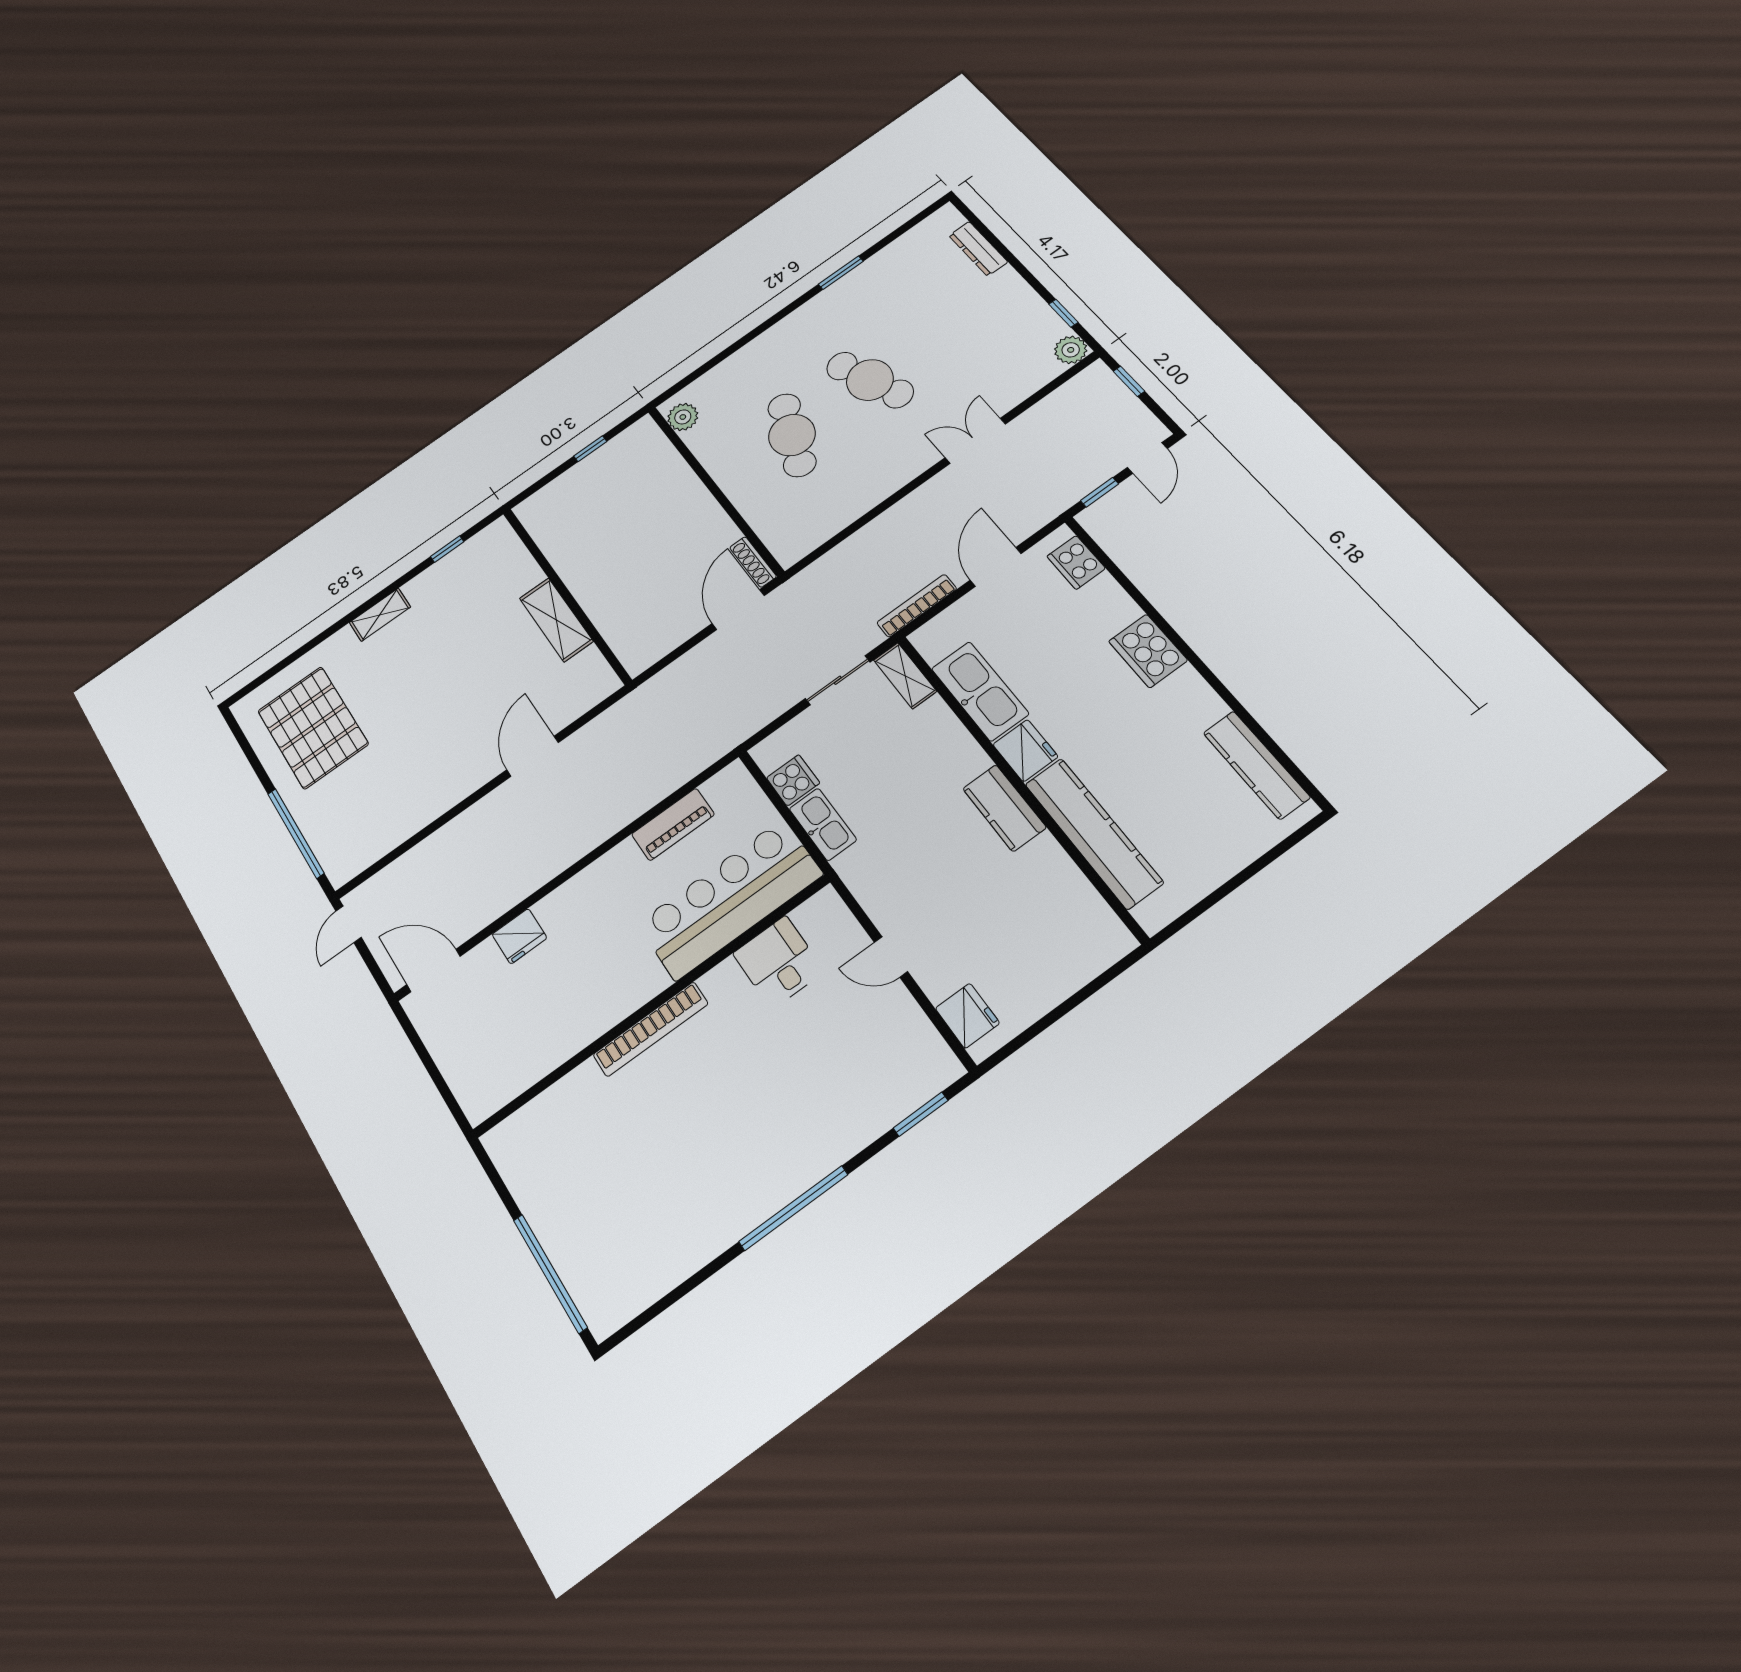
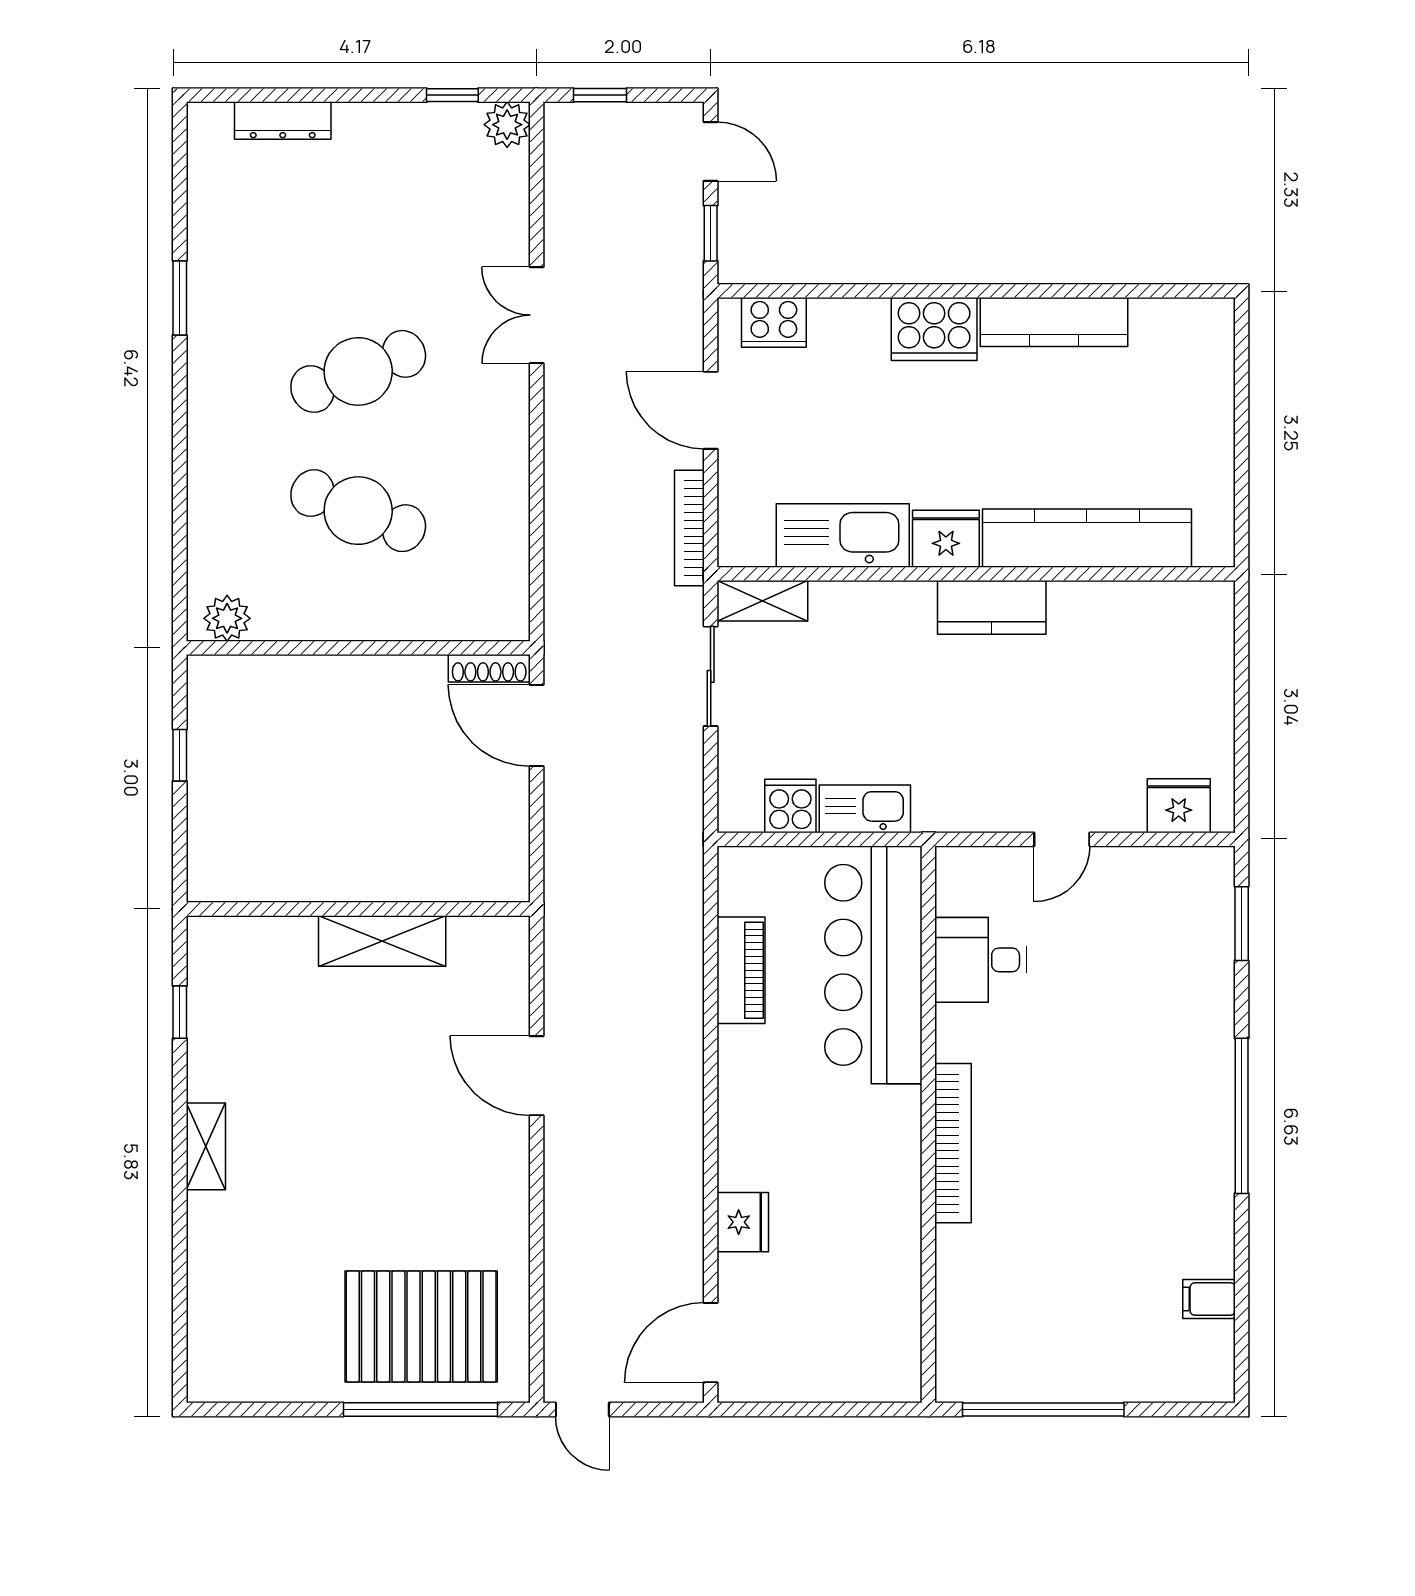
pallet: (313, 727) -> (421, 1326), moved
kitchen counter: (1256, 765) -> (1054, 322), moved
window: (550, 1273) -> (1043, 1409), moved
filing cabinet: (657, 1275) -> (1209, 1299), added

